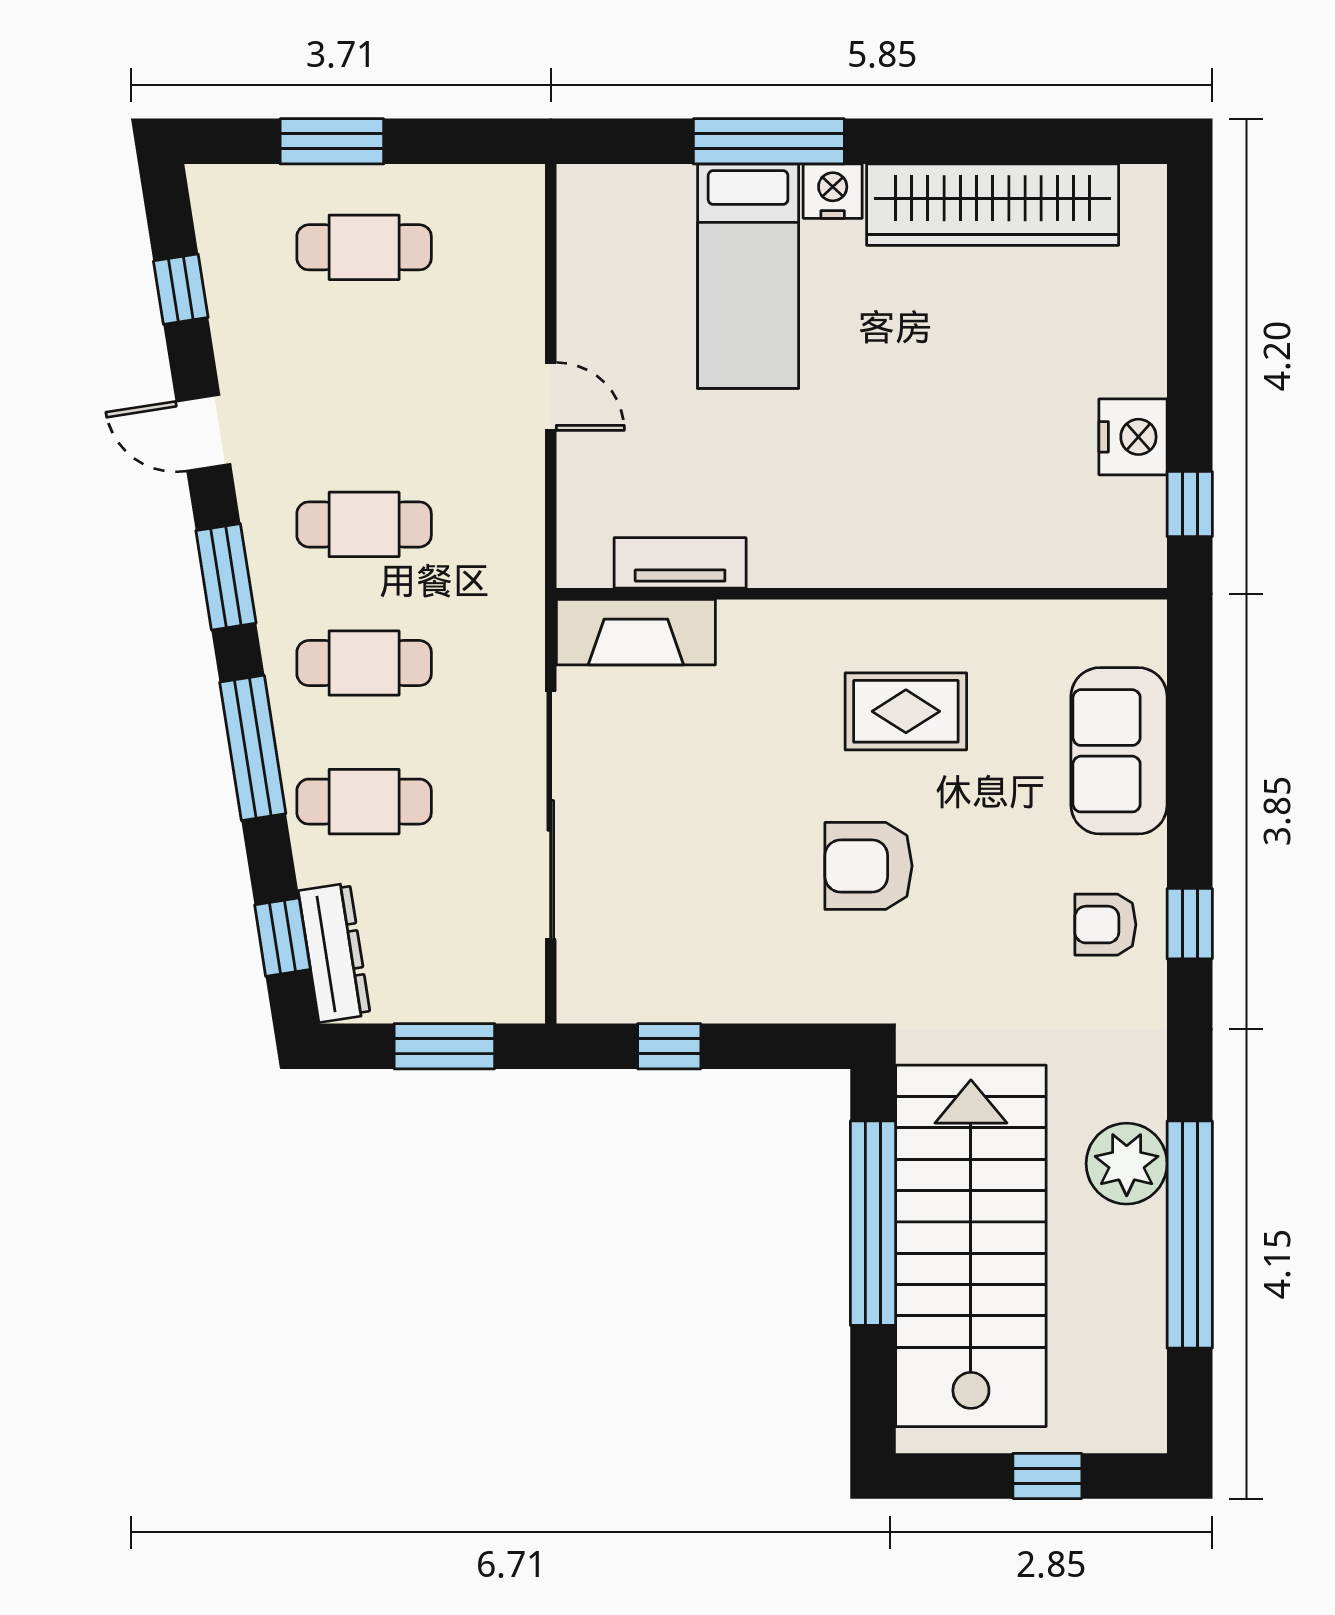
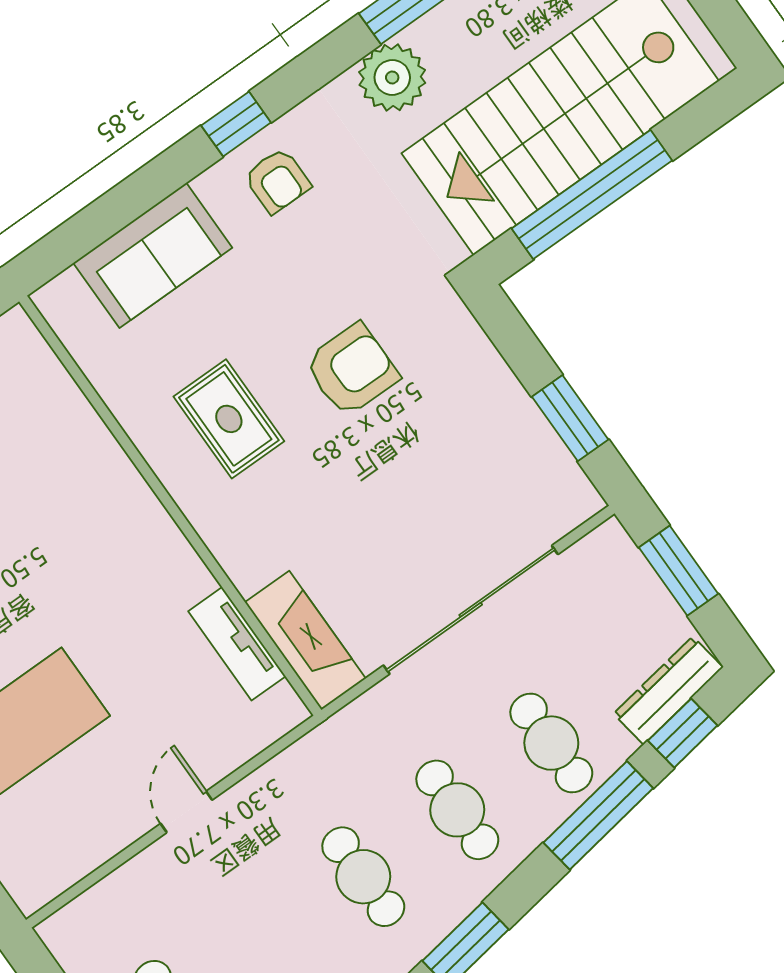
window: (253, 748) -> (598, 815), moved
armchair: (868, 866) -> (352, 370), turned -90
window: (669, 1046) -> (570, 418), width x1.50
plant: (1127, 1164) -> (392, 77), moved

